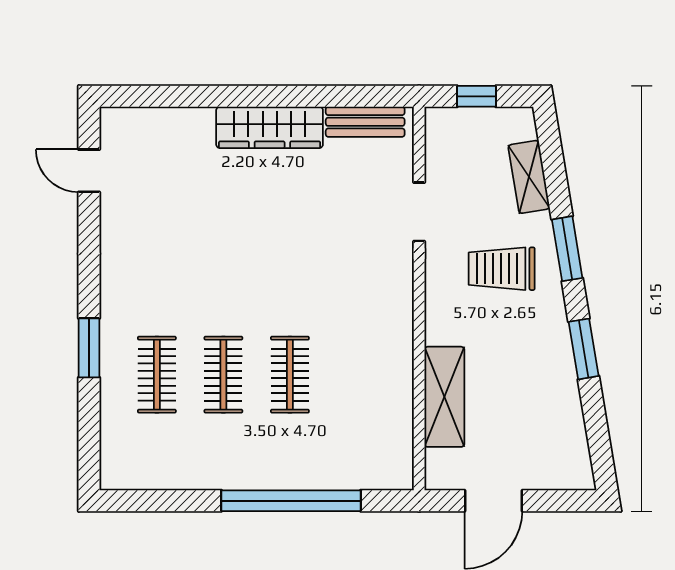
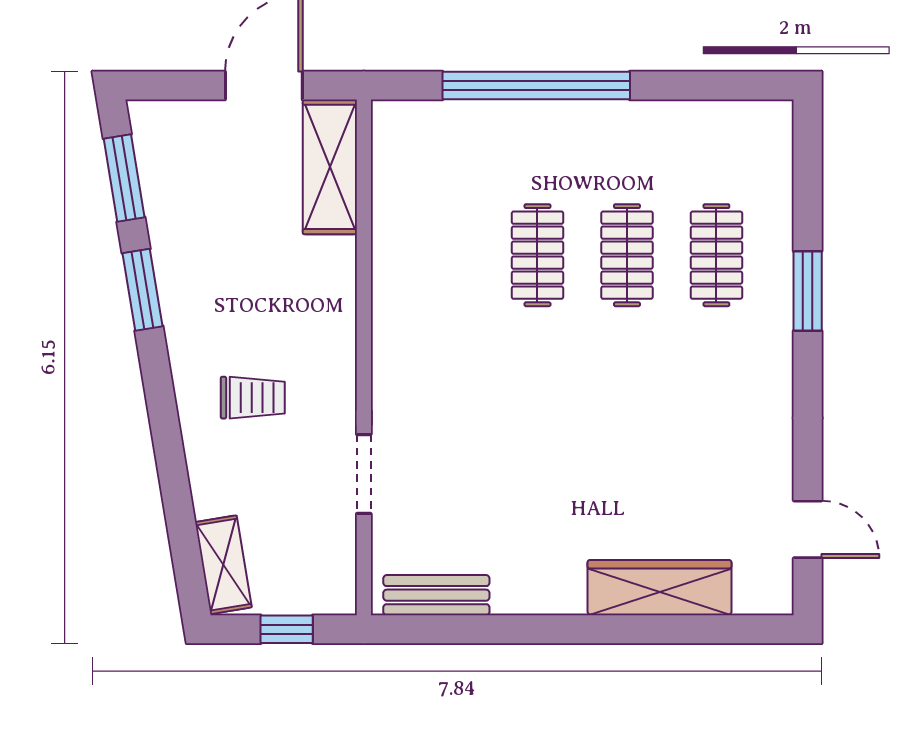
wardrobe: (270, 127) -> (659, 588), moved
shelving: (529, 177) -> (223, 565), moved
window: (567, 249) -> (124, 178), moved
trolley: (502, 269) -> (253, 398), width x0.73, depth x0.72
shelving: (444, 397) -> (330, 167), moved

